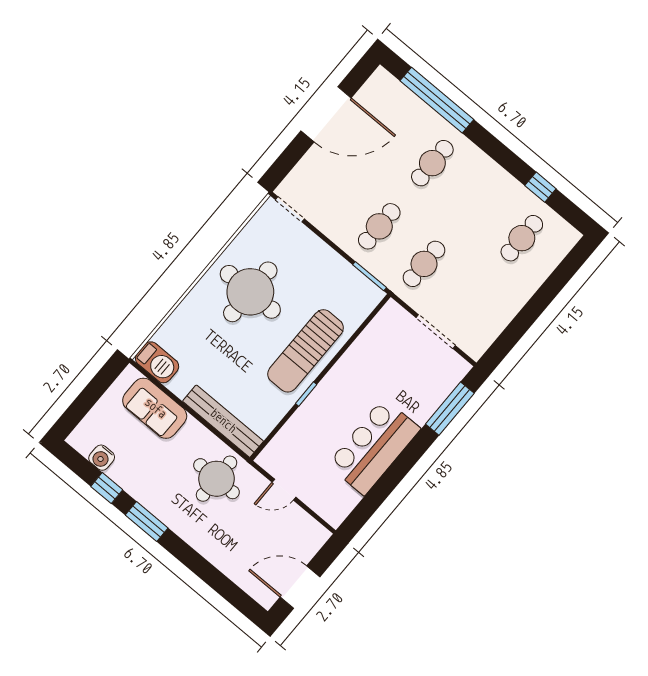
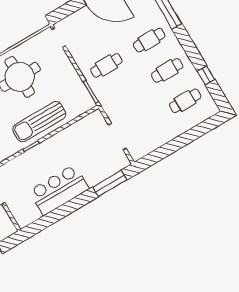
cafe table: (424, 264) -> (167, 70), moved

